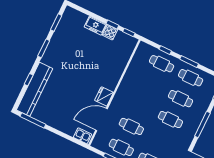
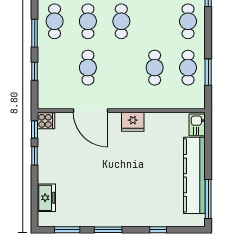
freezer: (95, 26) -> (46, 198), moved
cooker: (110, 32) -> (46, 121), moved
cafe table: (162, 64) -> (88, 68), moved
kitchen counter: (35, 89) -> (194, 175), moved, turned -90
door: (101, 119) -> (90, 111), moved

